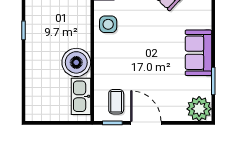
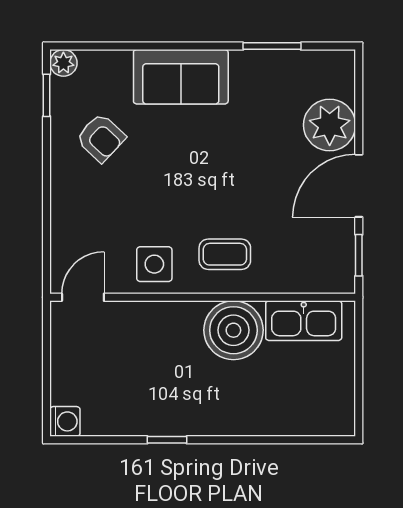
sofa: (198, 53) -> (181, 77), moved
coffee table: (116, 102) -> (225, 254), moved
plant: (199, 109) -> (330, 125), moved

